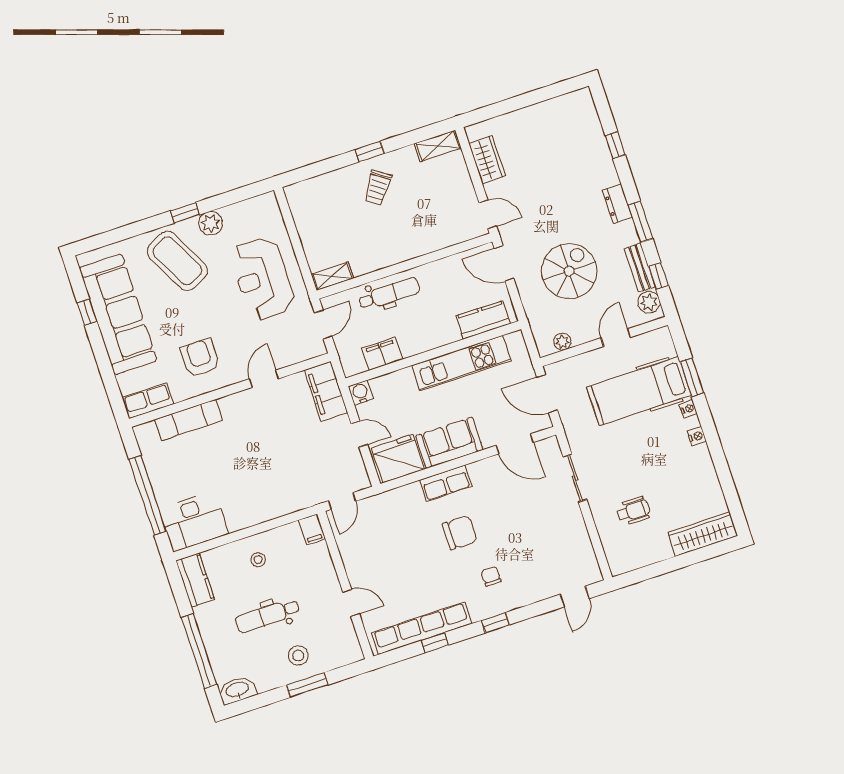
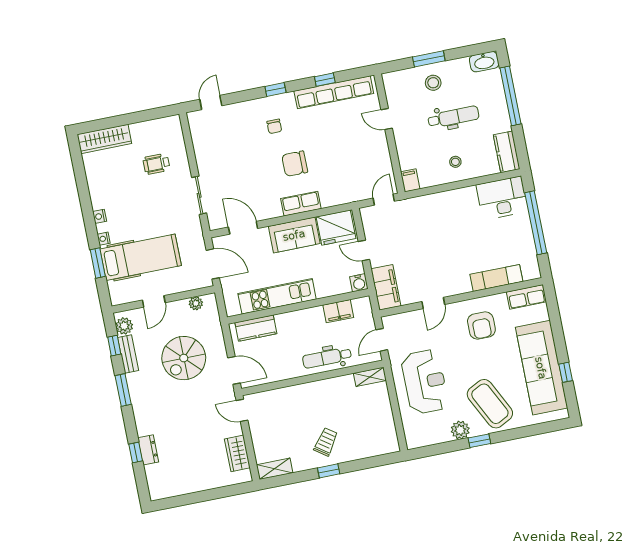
dresser: (617, 204) -> (148, 450), moved

